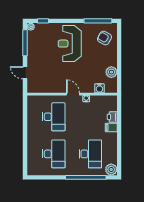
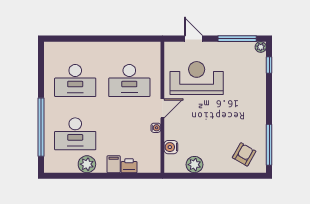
reception desk: (70, 44) -> (197, 78), moved
door: (25, 73) -> (193, 39), hinge flipped
plant: (111, 169) -> (87, 164), moved

